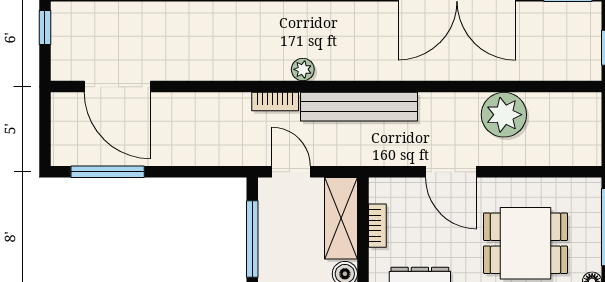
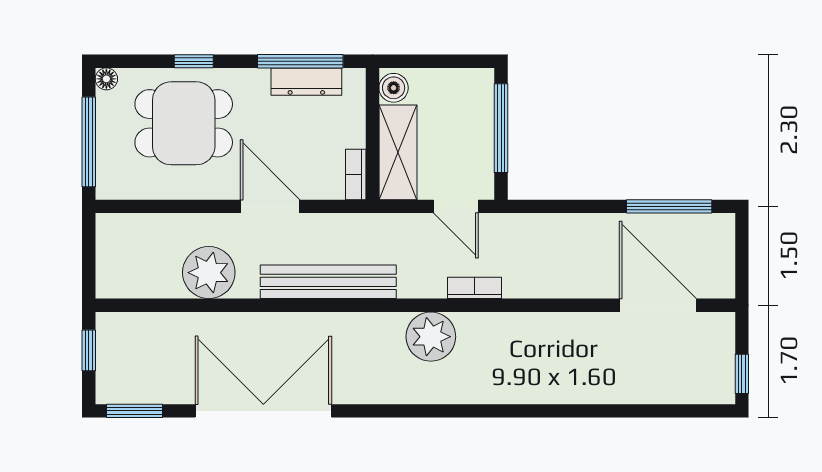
plant: (303, 69) -> (431, 337), width x1.87, depth x1.87
bench: (359, 107) -> (328, 282), moved
bookcase: (377, 226) -> (356, 174), moved

